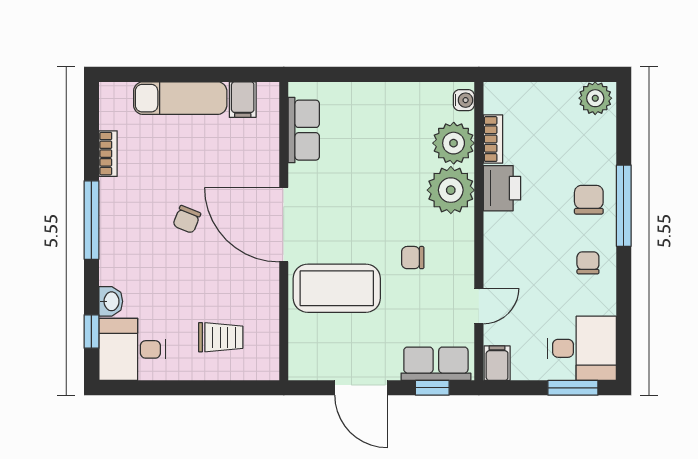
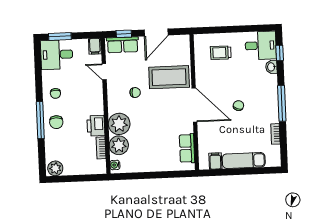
door: (479, 306) -> (104, 72), hinge flipped
door: (361, 388) -> (156, 32), swing flipped

